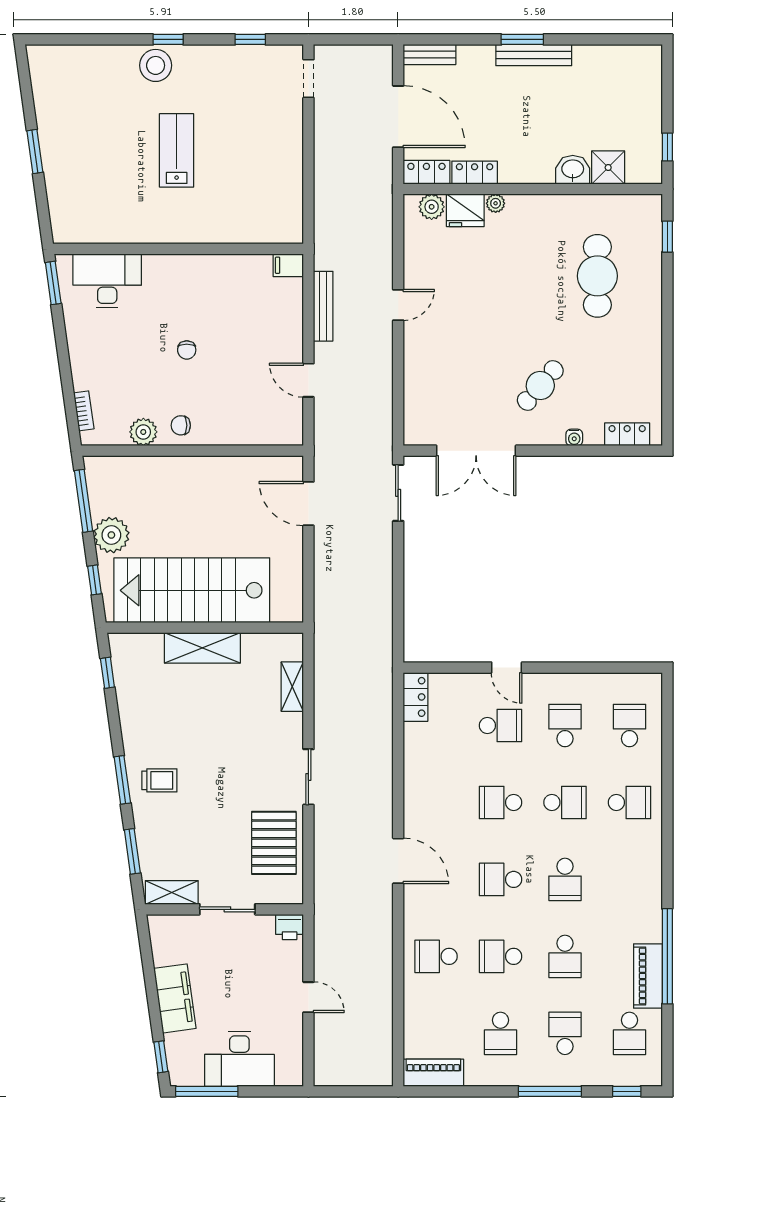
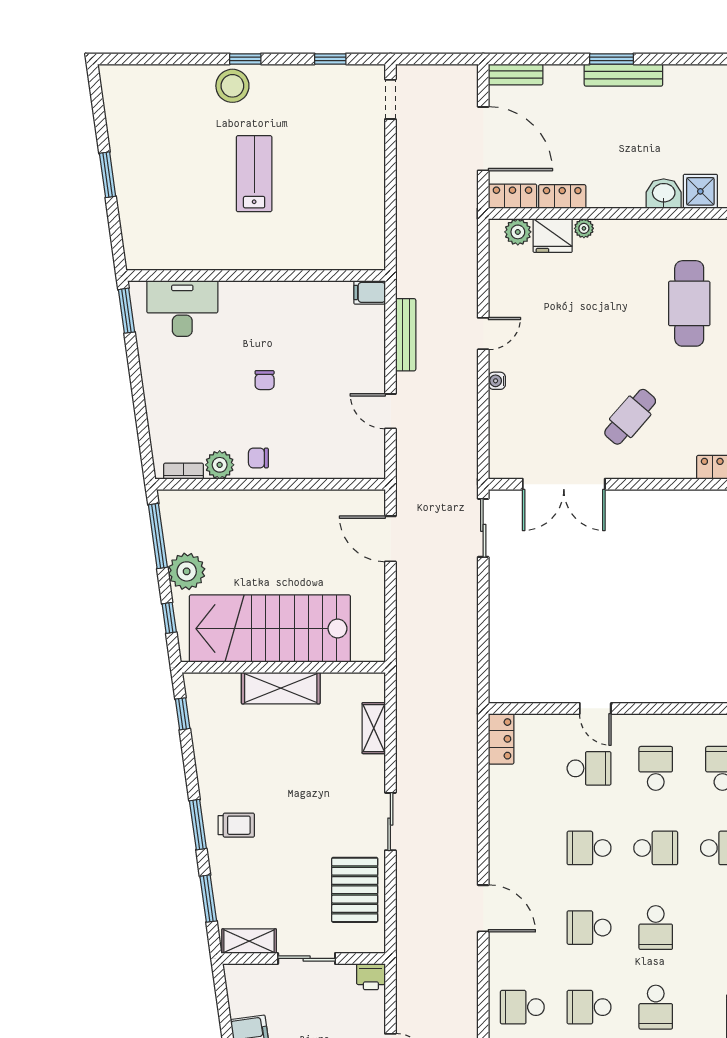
bookcase: (84, 411) -> (184, 471), moved, turned -82
water cooler: (574, 437) -> (497, 381), moved, turned 90

